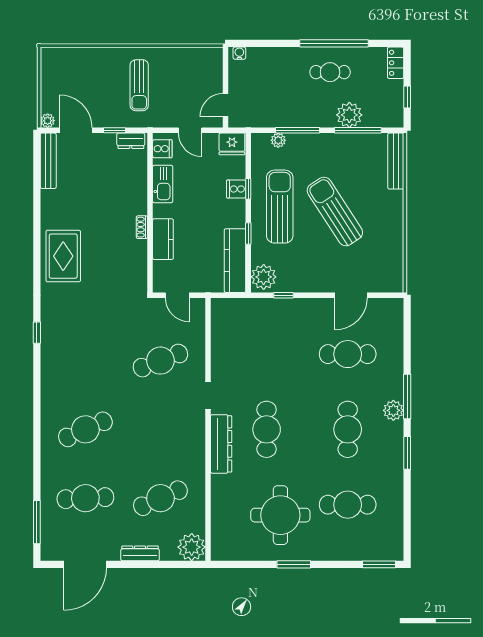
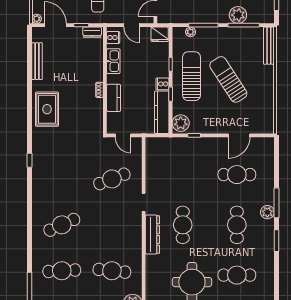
bench: (48, 161) -> (37, 61), moved
cooker: (236, 189) -> (162, 84), moved
cafe table: (160, 498) -> (112, 271), turned 30

